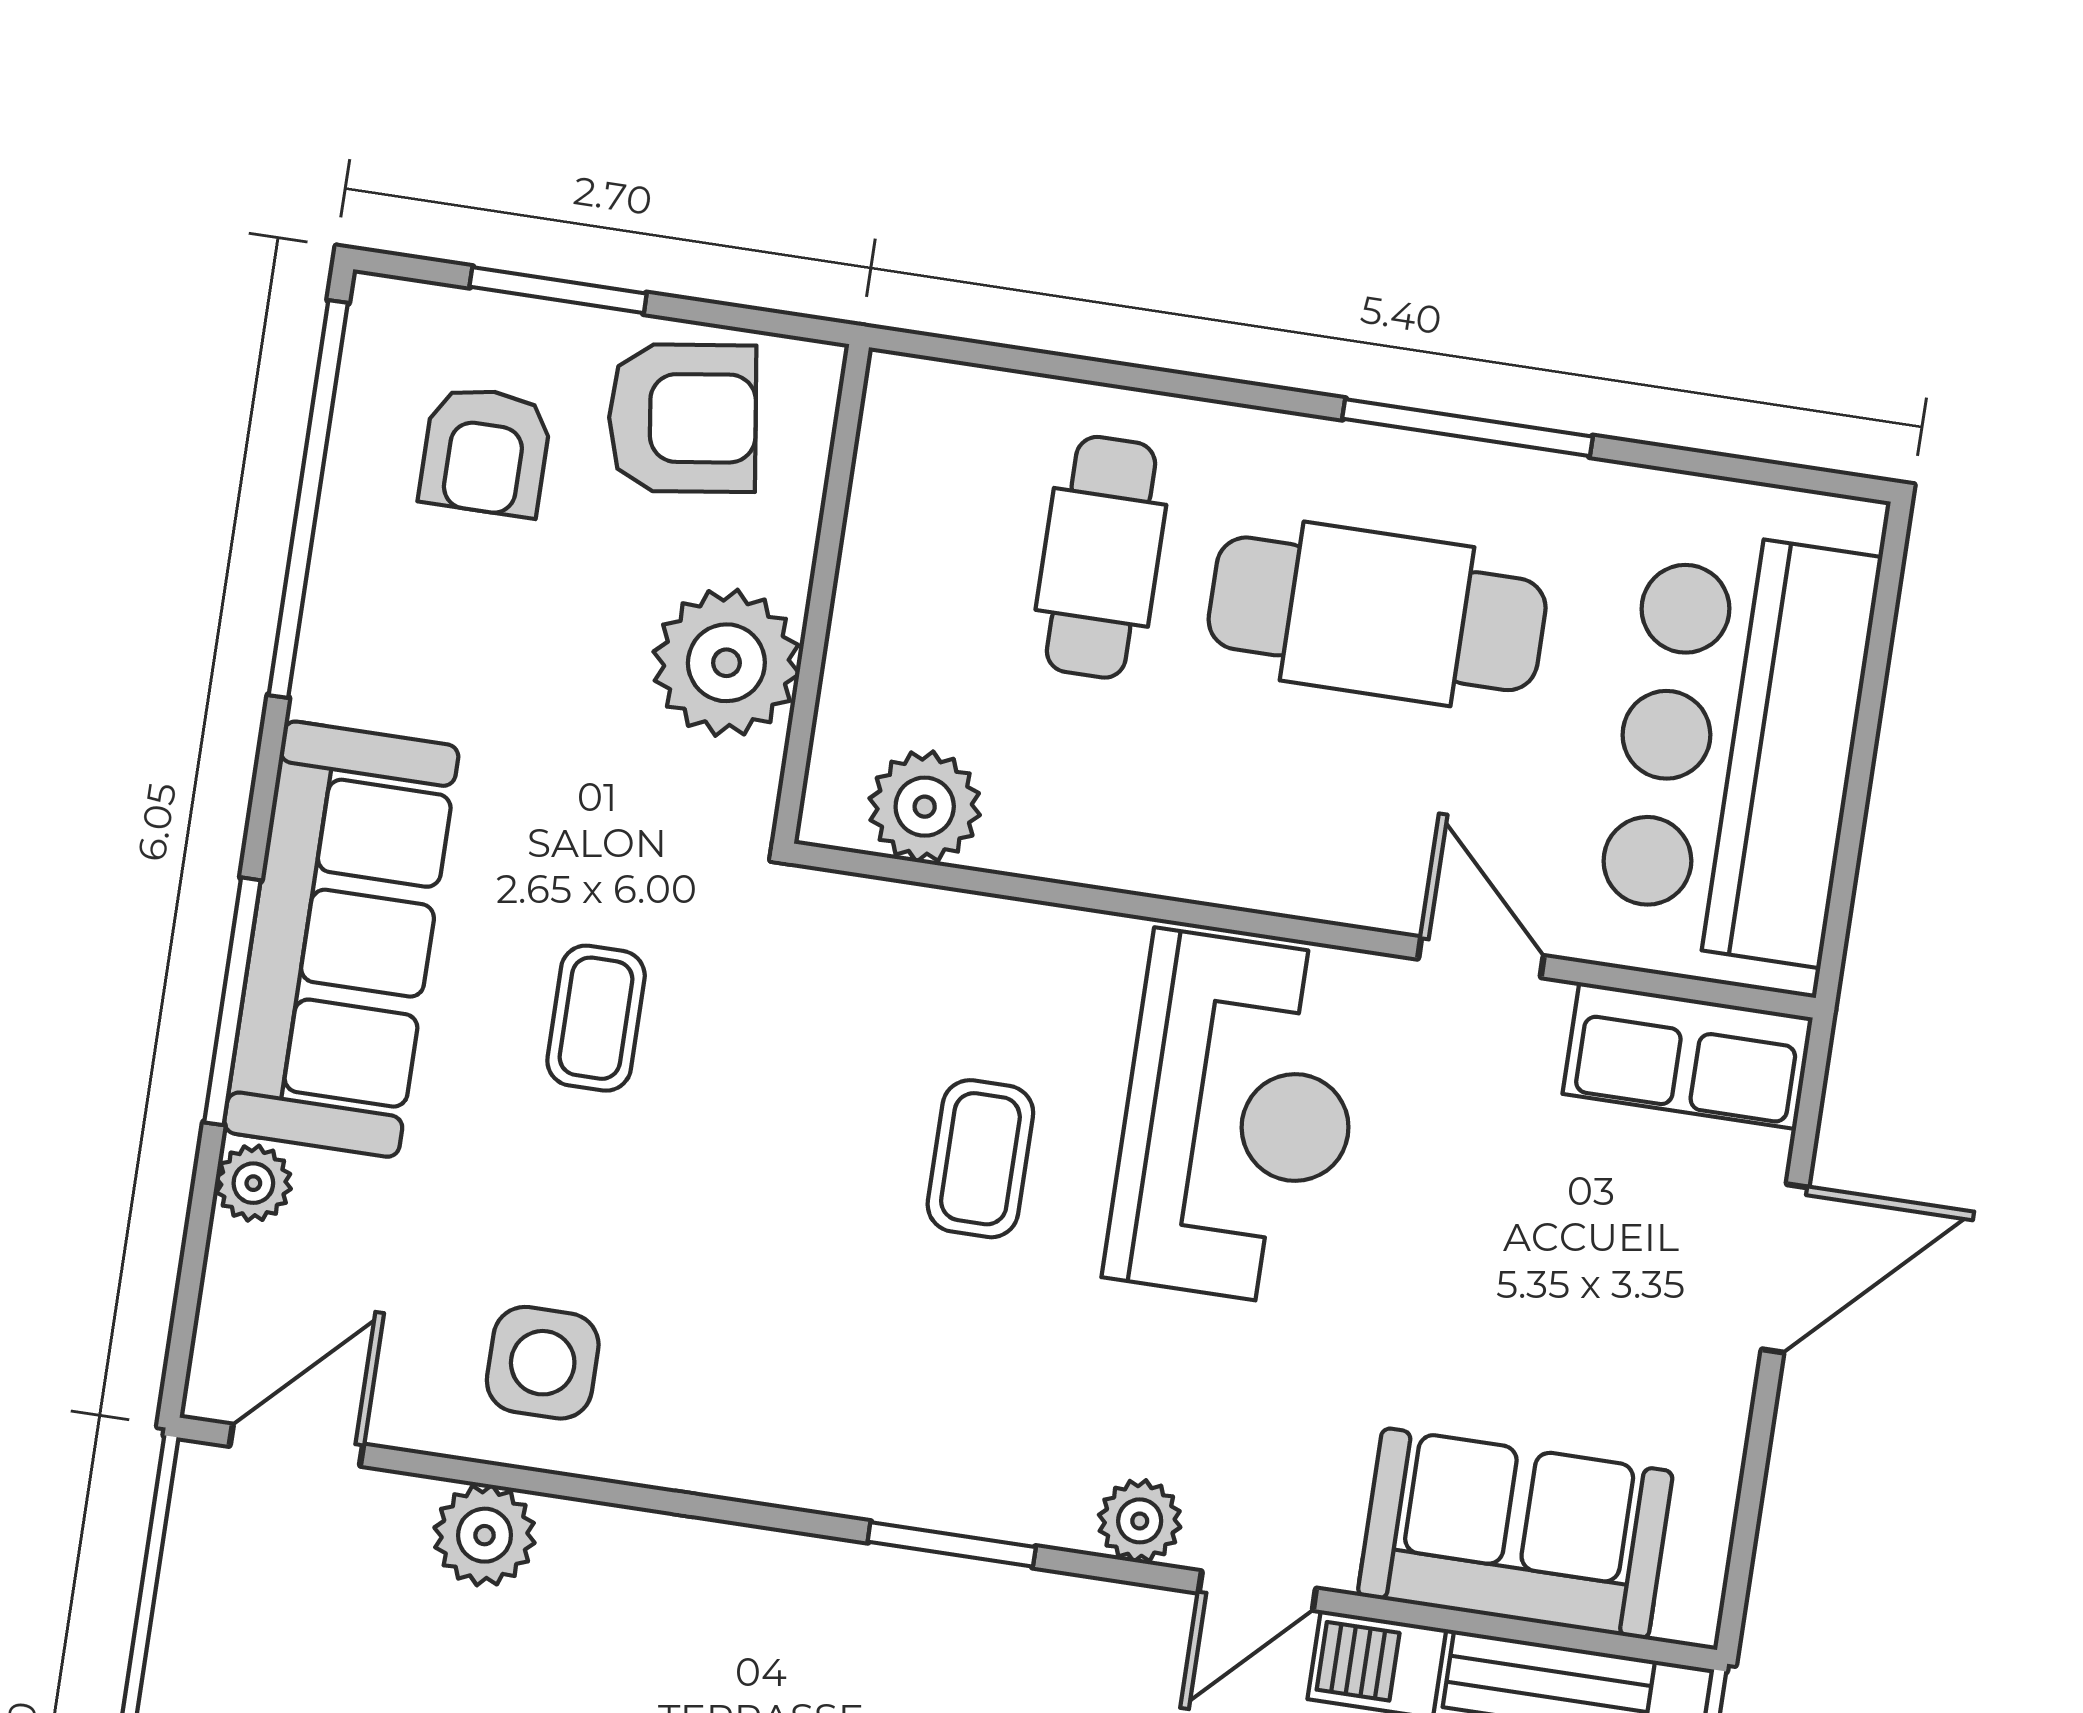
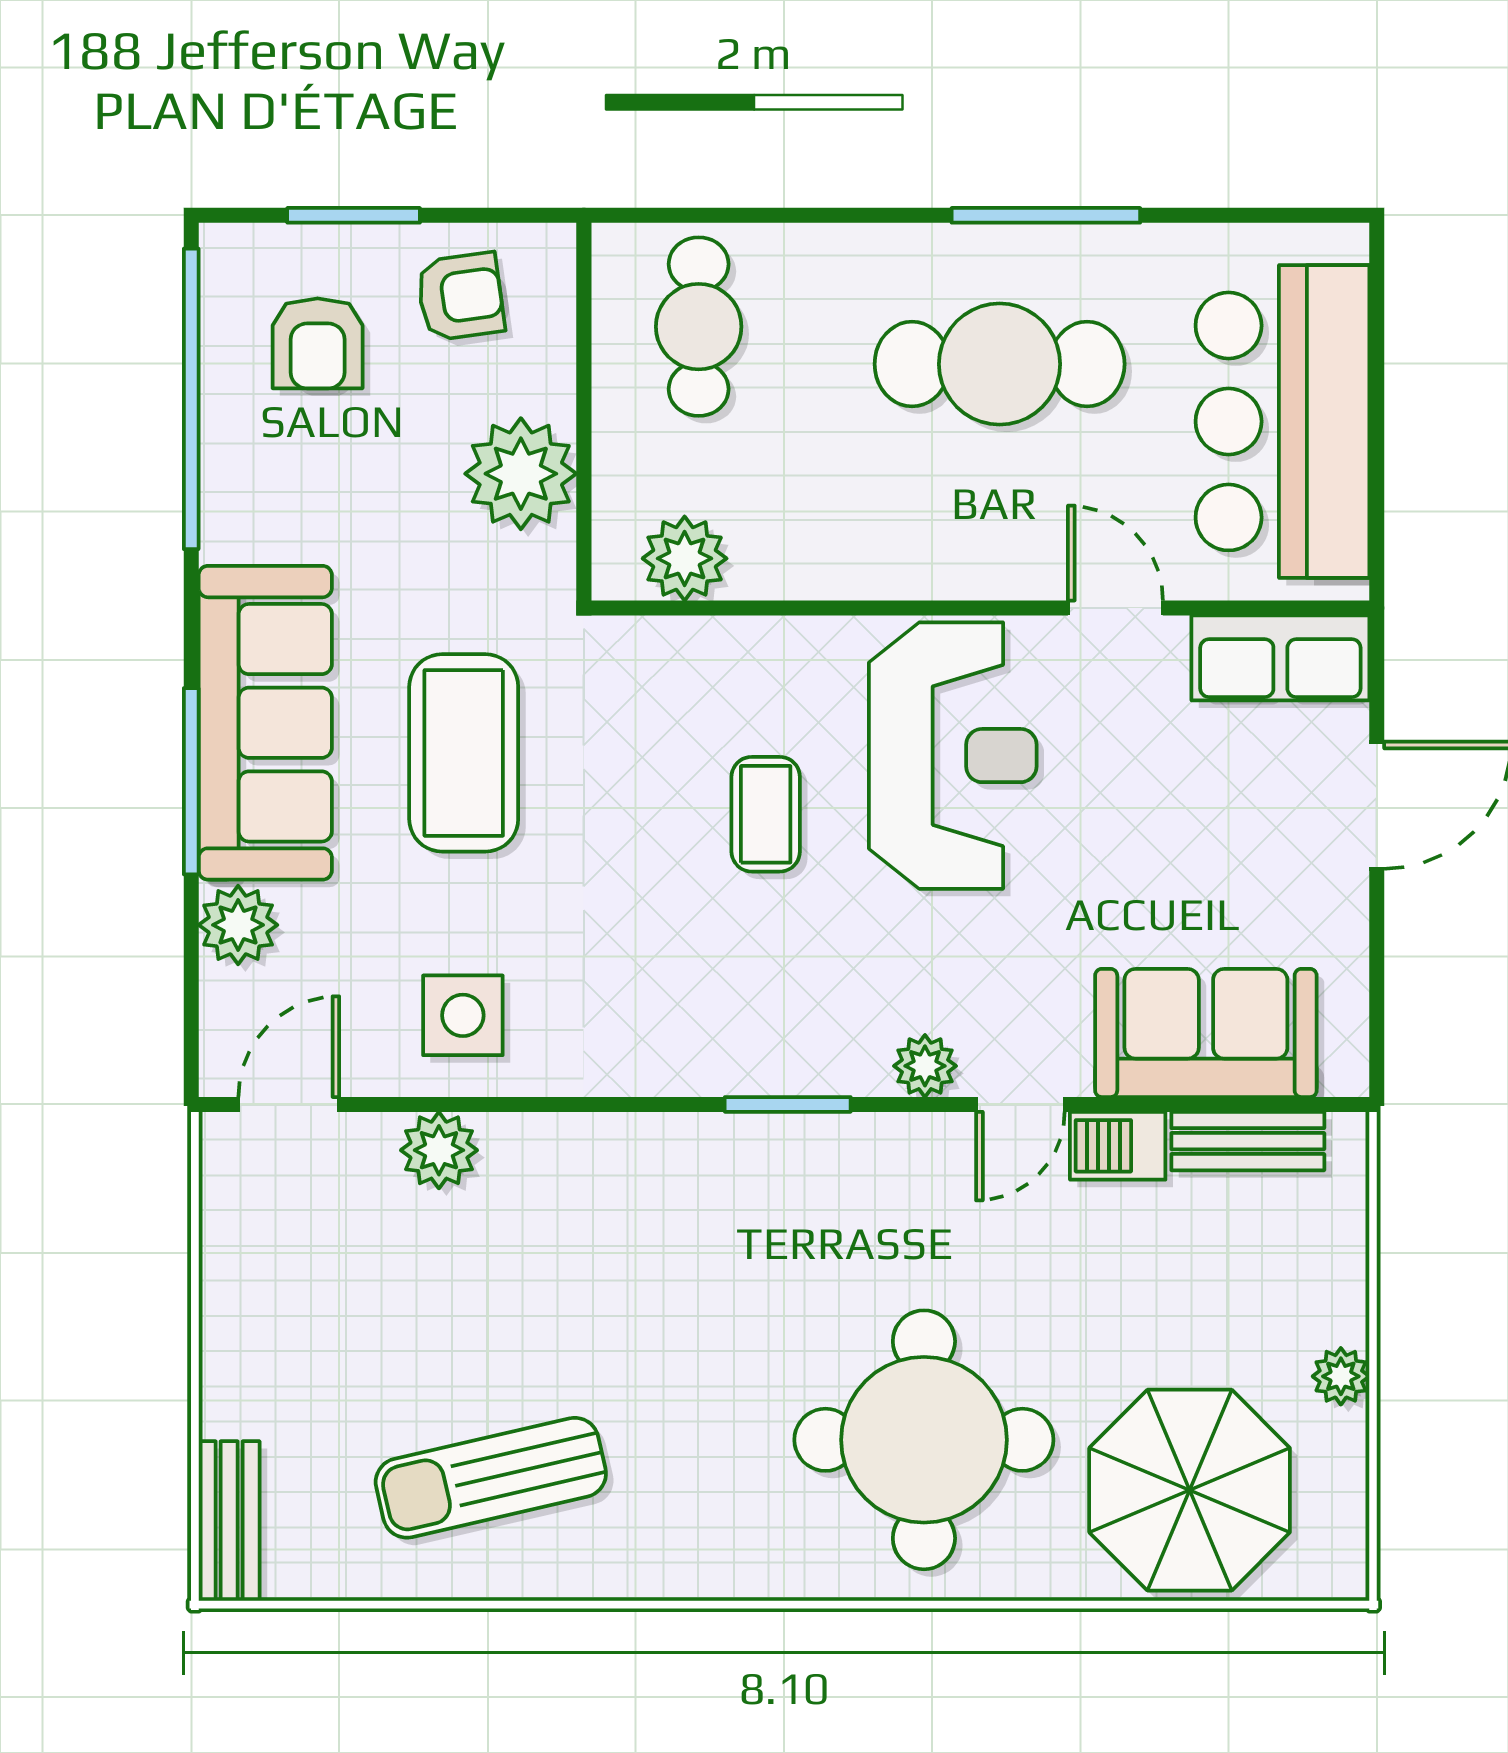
armchair: (682, 418) -> (460, 297), width x0.72, depth x0.72
cafe table: (1101, 557) -> (699, 327), moved
coffee table: (596, 1018) -> (464, 753), width x1.86, depth x1.72
plant: (253, 1183) -> (238, 925), width x1.38, depth x1.38

